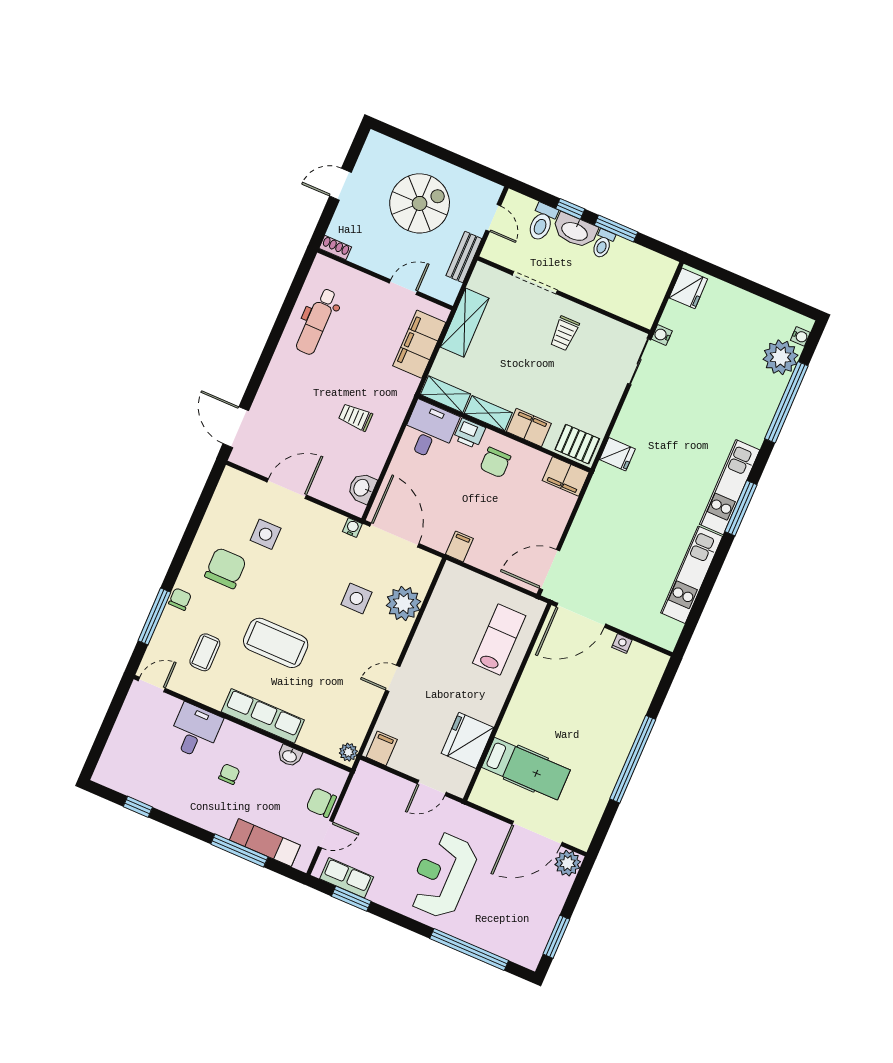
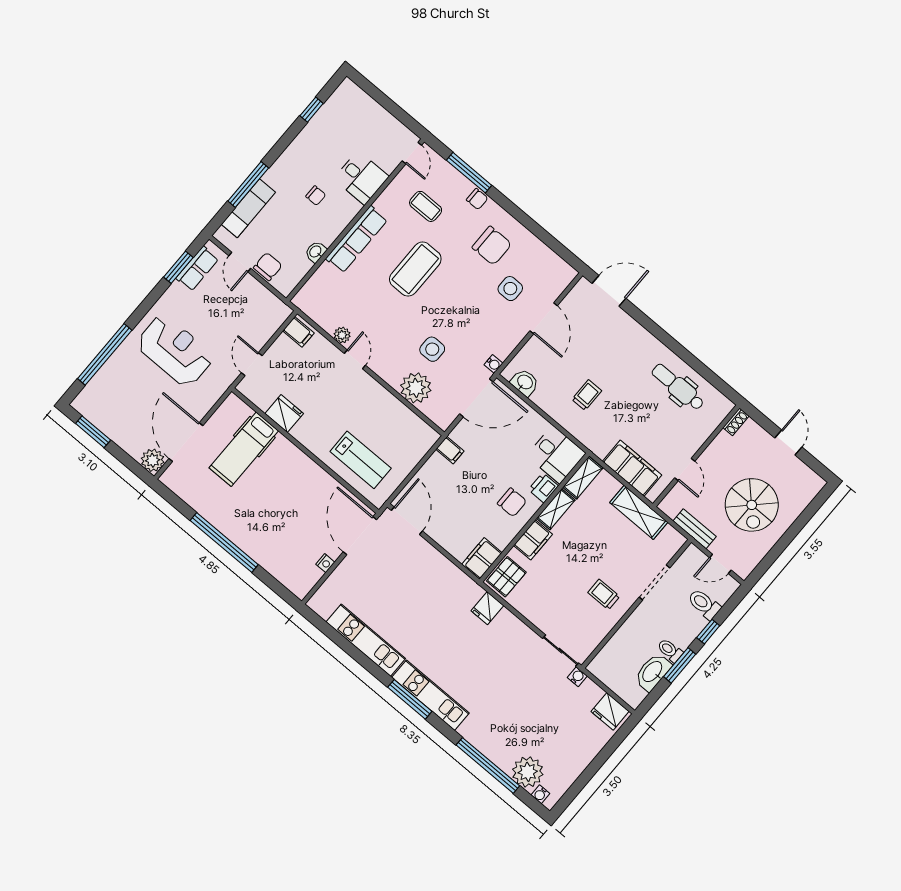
washbasin: (575, 231) -> (653, 672), moved
chair: (495, 462) -> (512, 502), turned 180
fridge: (467, 740) -> (284, 414), width x0.73, depth x0.75
plant: (348, 752) -> (342, 335), moved

